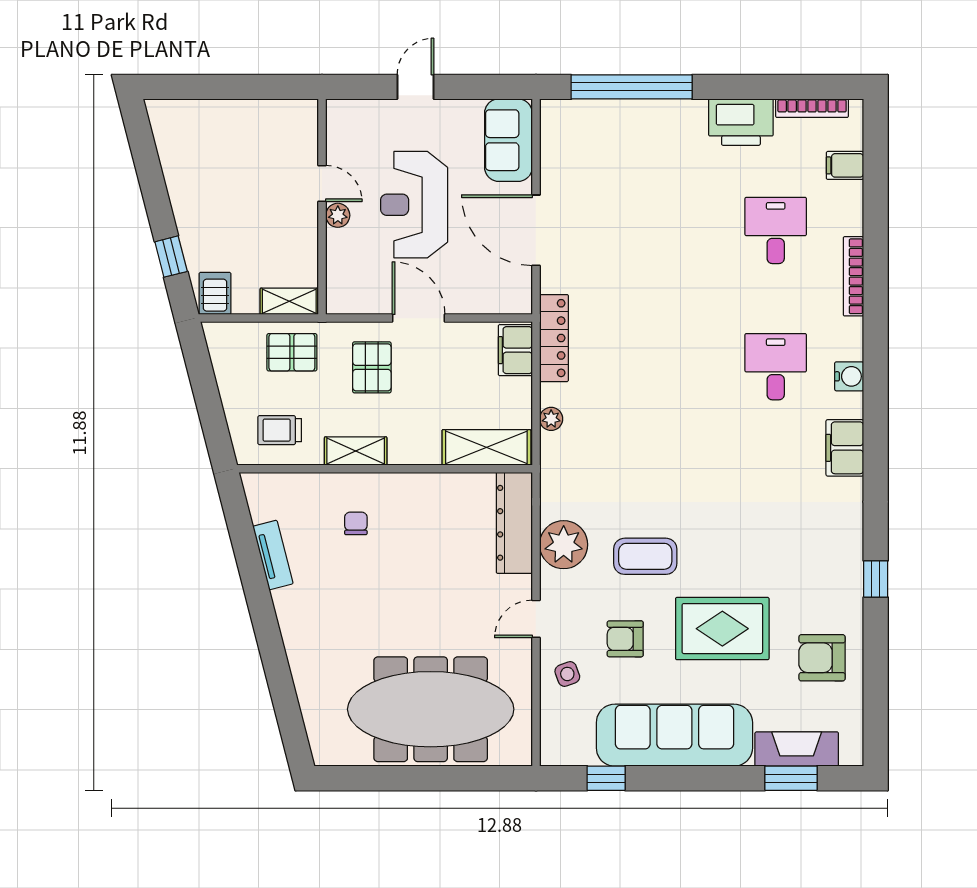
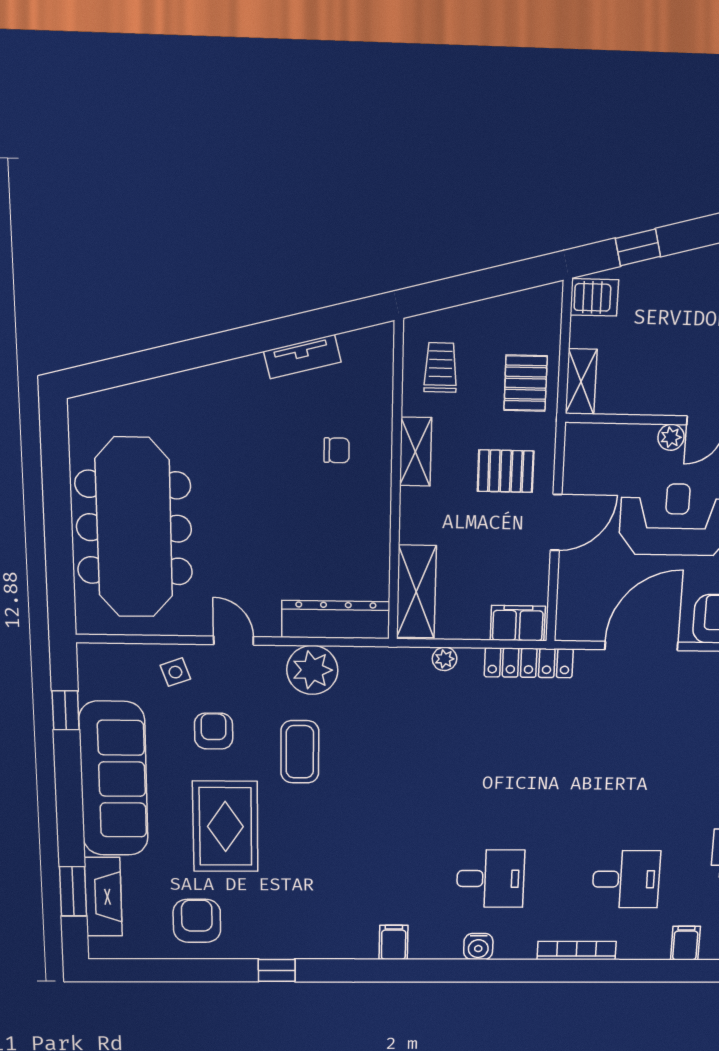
filing cabinet: (845, 448) -> (394, 942), width x0.50

